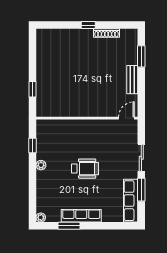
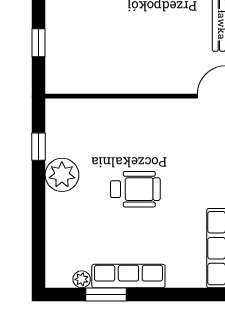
plant: (41, 165) -> (62, 175), width x1.88, depth x1.88
plant: (41, 217) -> (82, 279), moved

